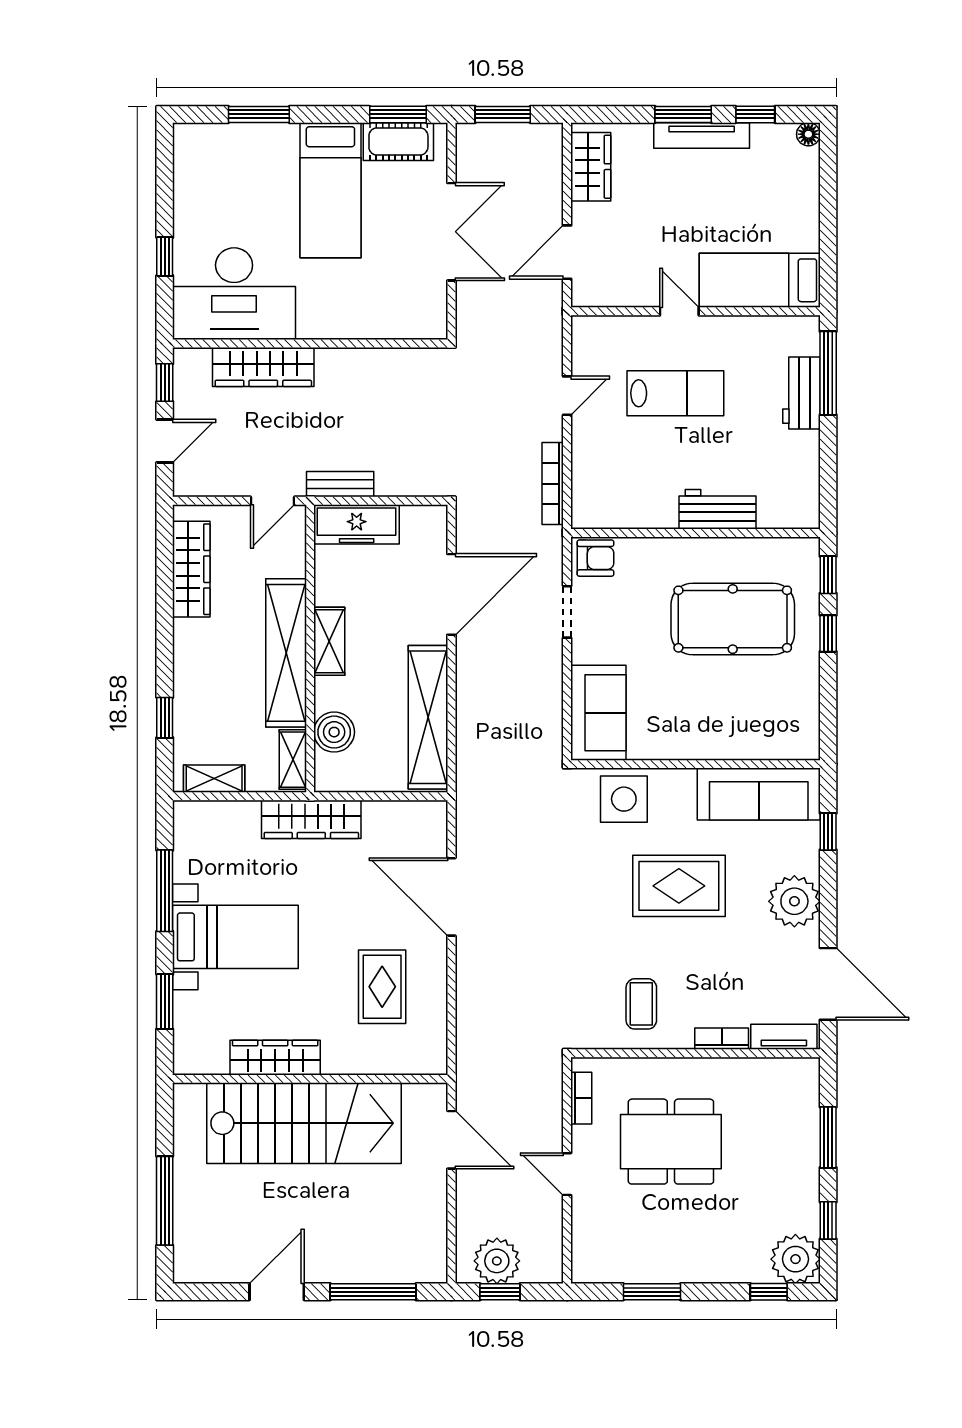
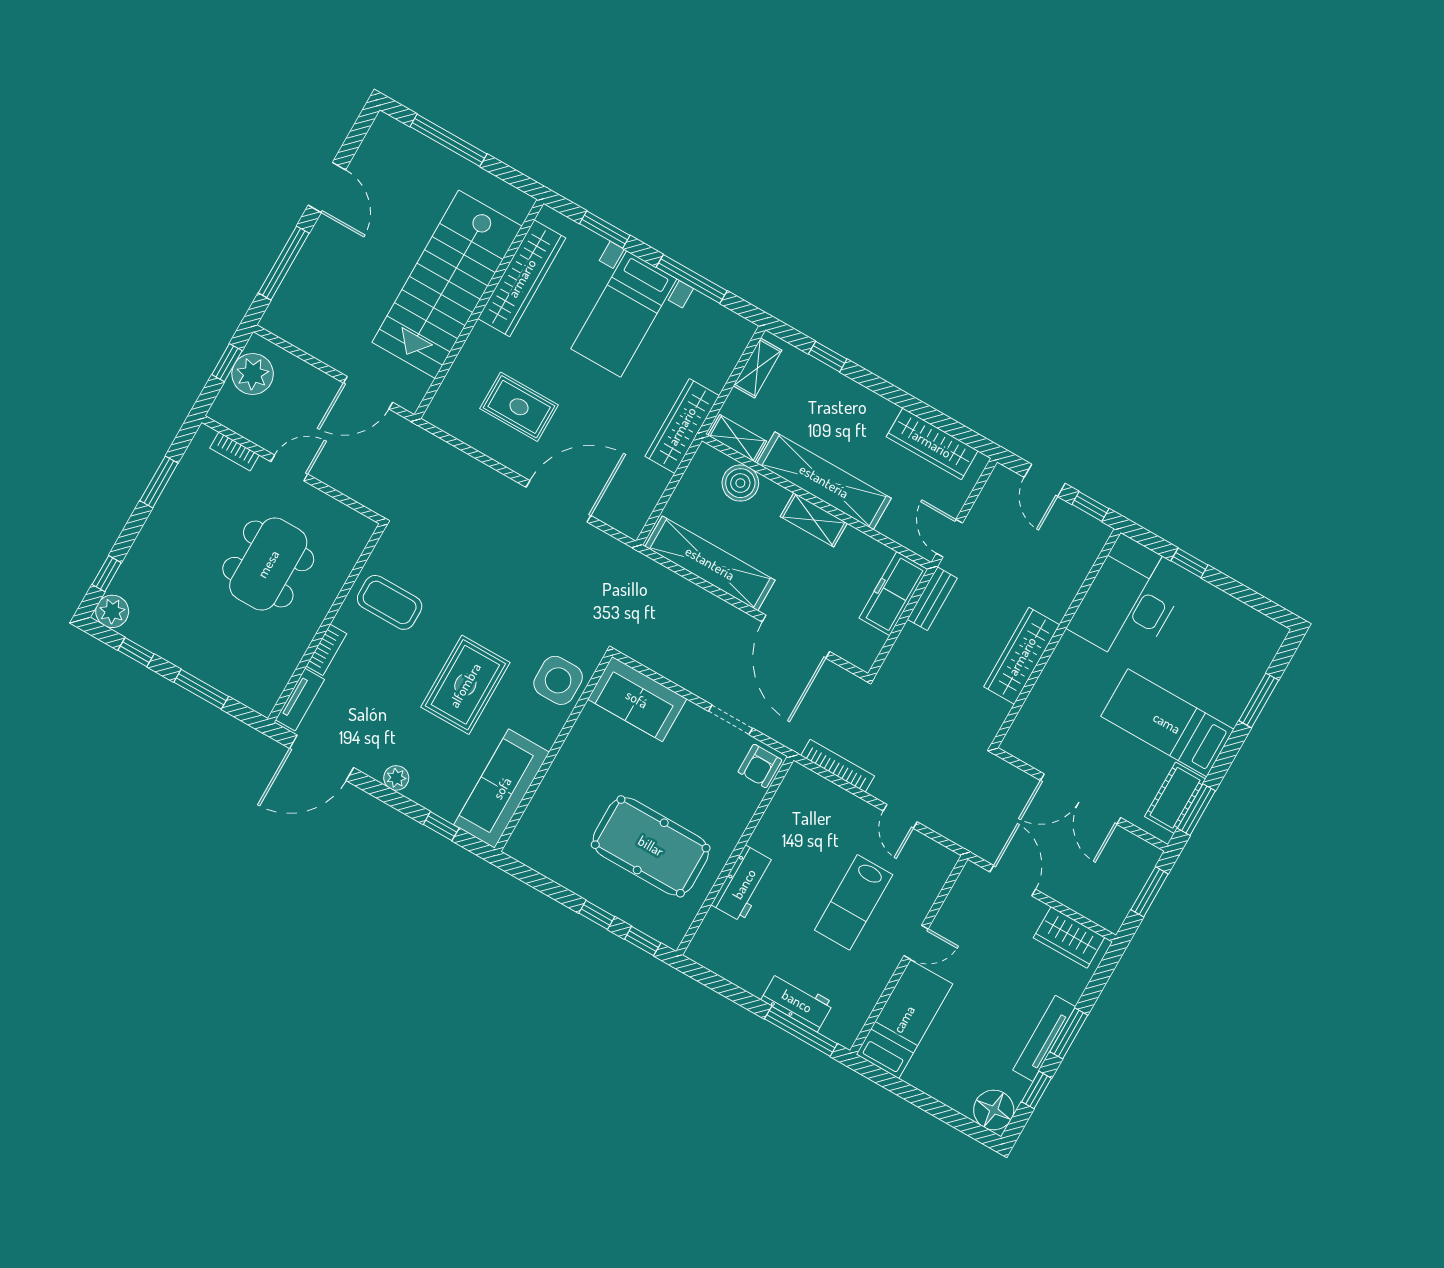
floor lamp: (808, 134) -> (994, 1110), width x1.89, depth x1.89
wardrobe: (263, 367) -> (1022, 656), moved
pool table: (733, 619) -> (651, 846), turned 90
plant: (794, 901) -> (396, 778), width x0.53, depth x0.53
coffee table: (641, 1004) -> (390, 602), width x1.36, depth x1.30
wardrobe: (275, 1058) -> (522, 278), width x1.40, depth x1.17
bookcase: (581, 1098) -> (234, 452), moved
plant: (795, 1259) -> (112, 611), width x0.73, depth x0.73

